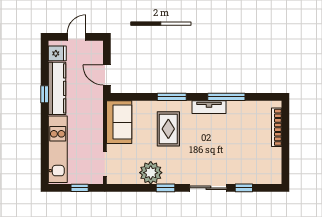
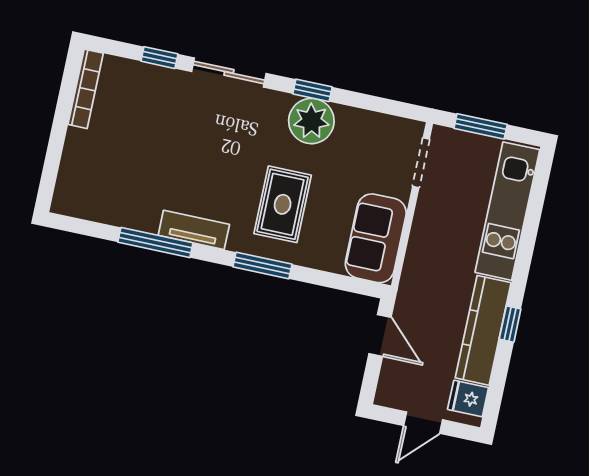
bookcase: (277, 127) -> (86, 89), moved
plant: (151, 173) -> (311, 121), moved
window: (80, 188) -> (481, 126), width x1.50

